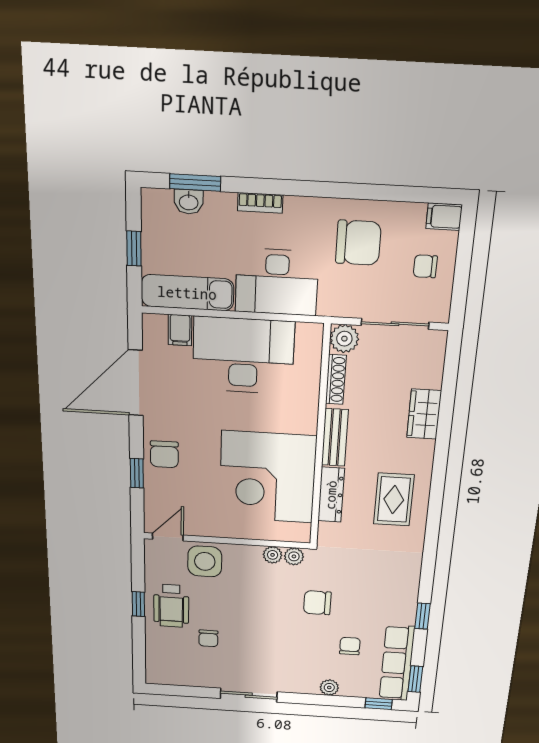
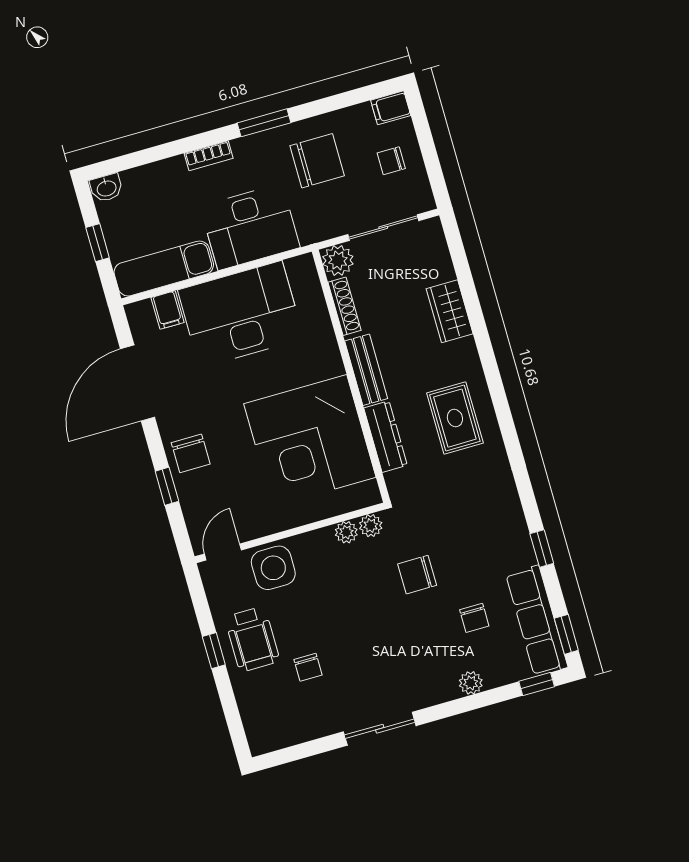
window: (195, 182) -> (264, 123), moved
washbasin: (189, 202) -> (106, 188), moved
chair: (350, 646) -> (474, 618), turned 180

